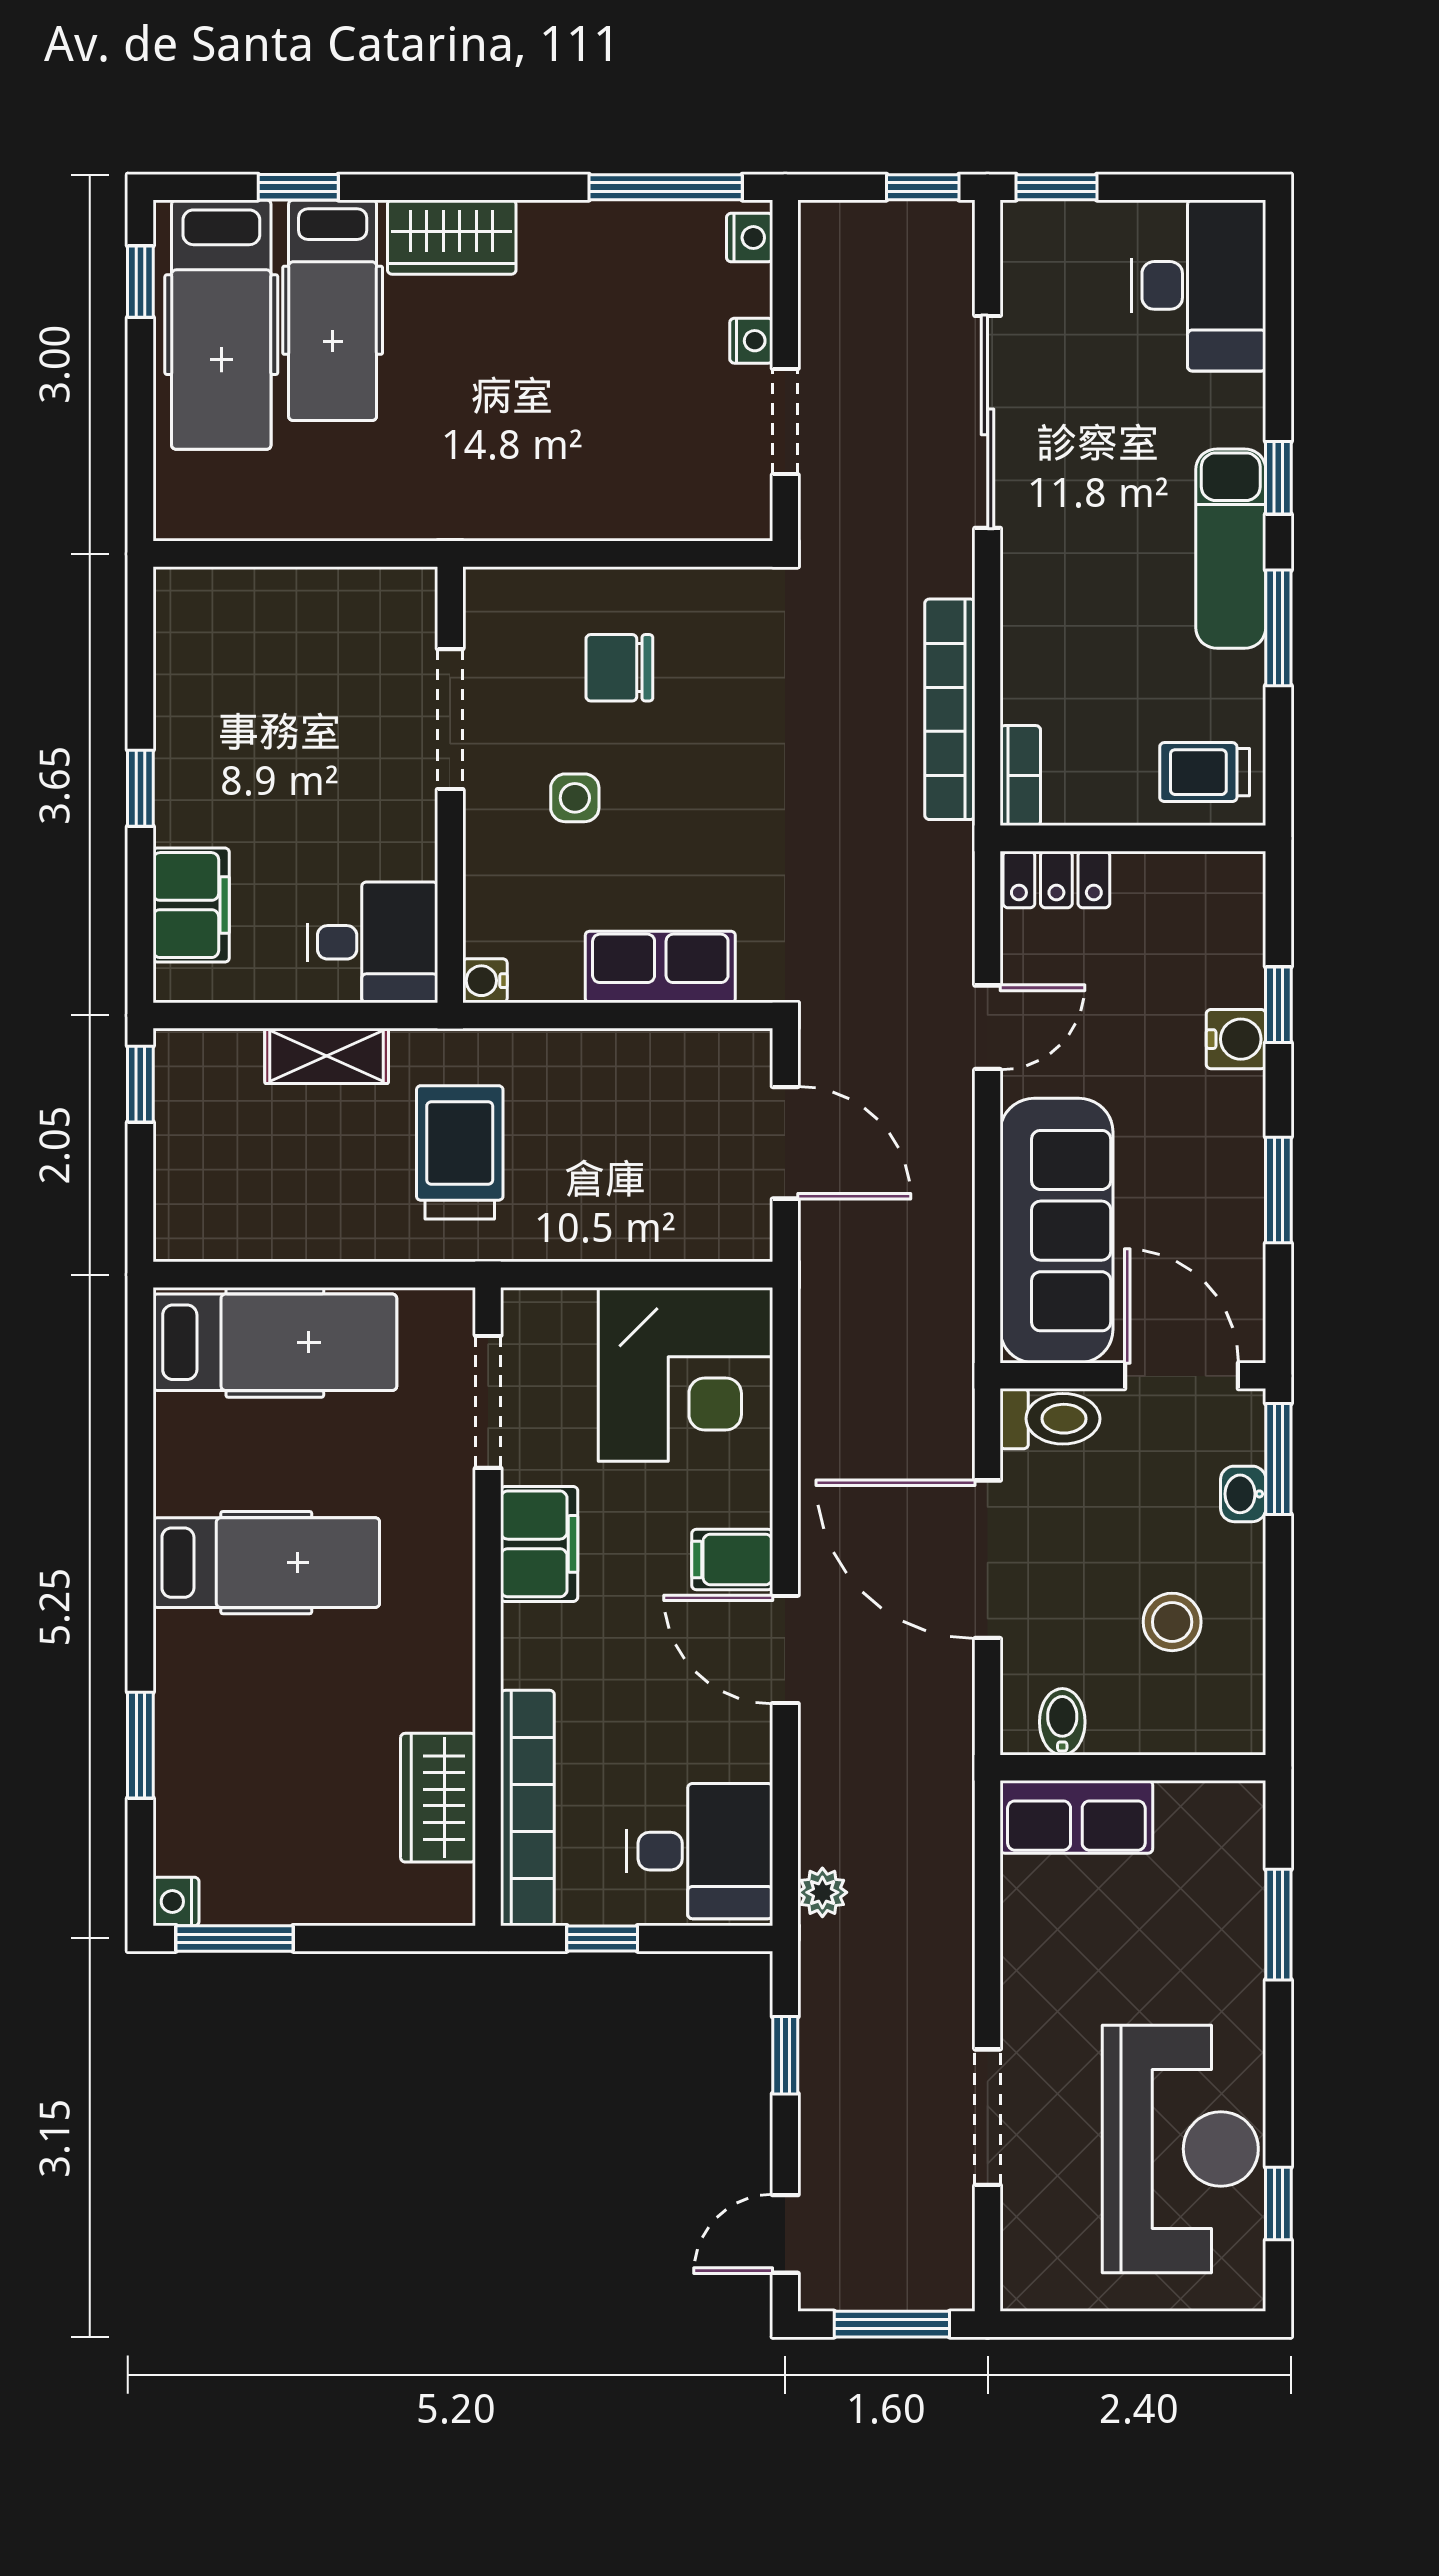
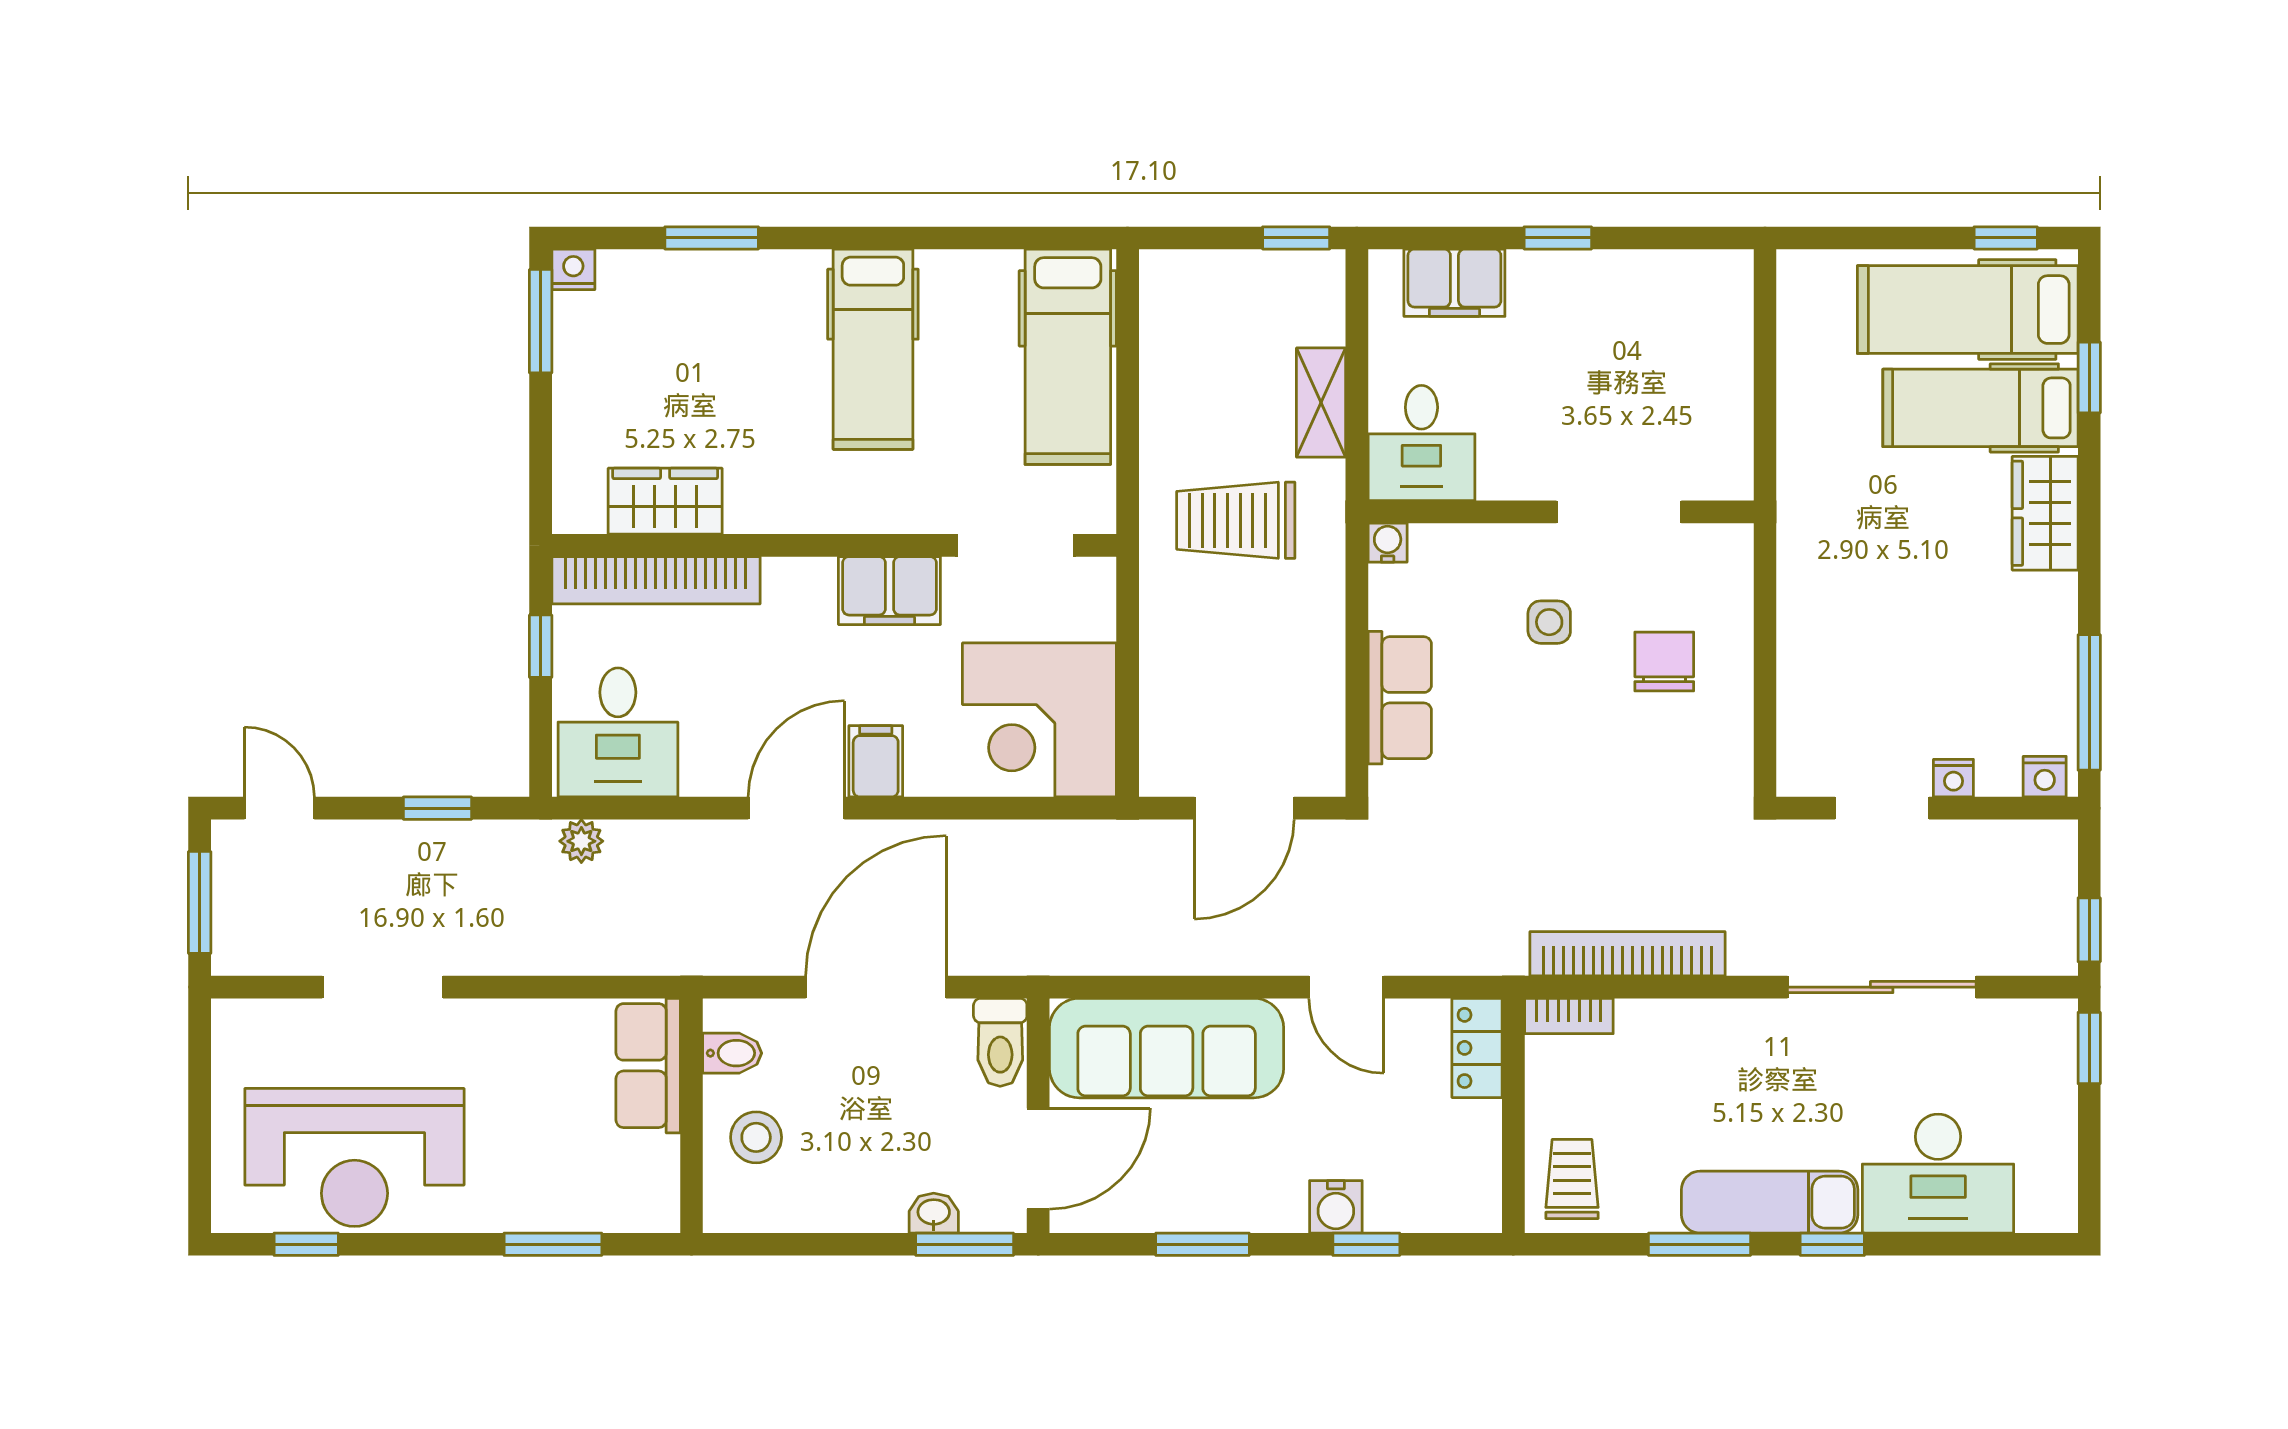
desk: (1198, 285) -> (1938, 1174), moved
trolley: (460, 1152) -> (1236, 520), turned 180
stool: (1172, 1622) -> (756, 1137), moved

